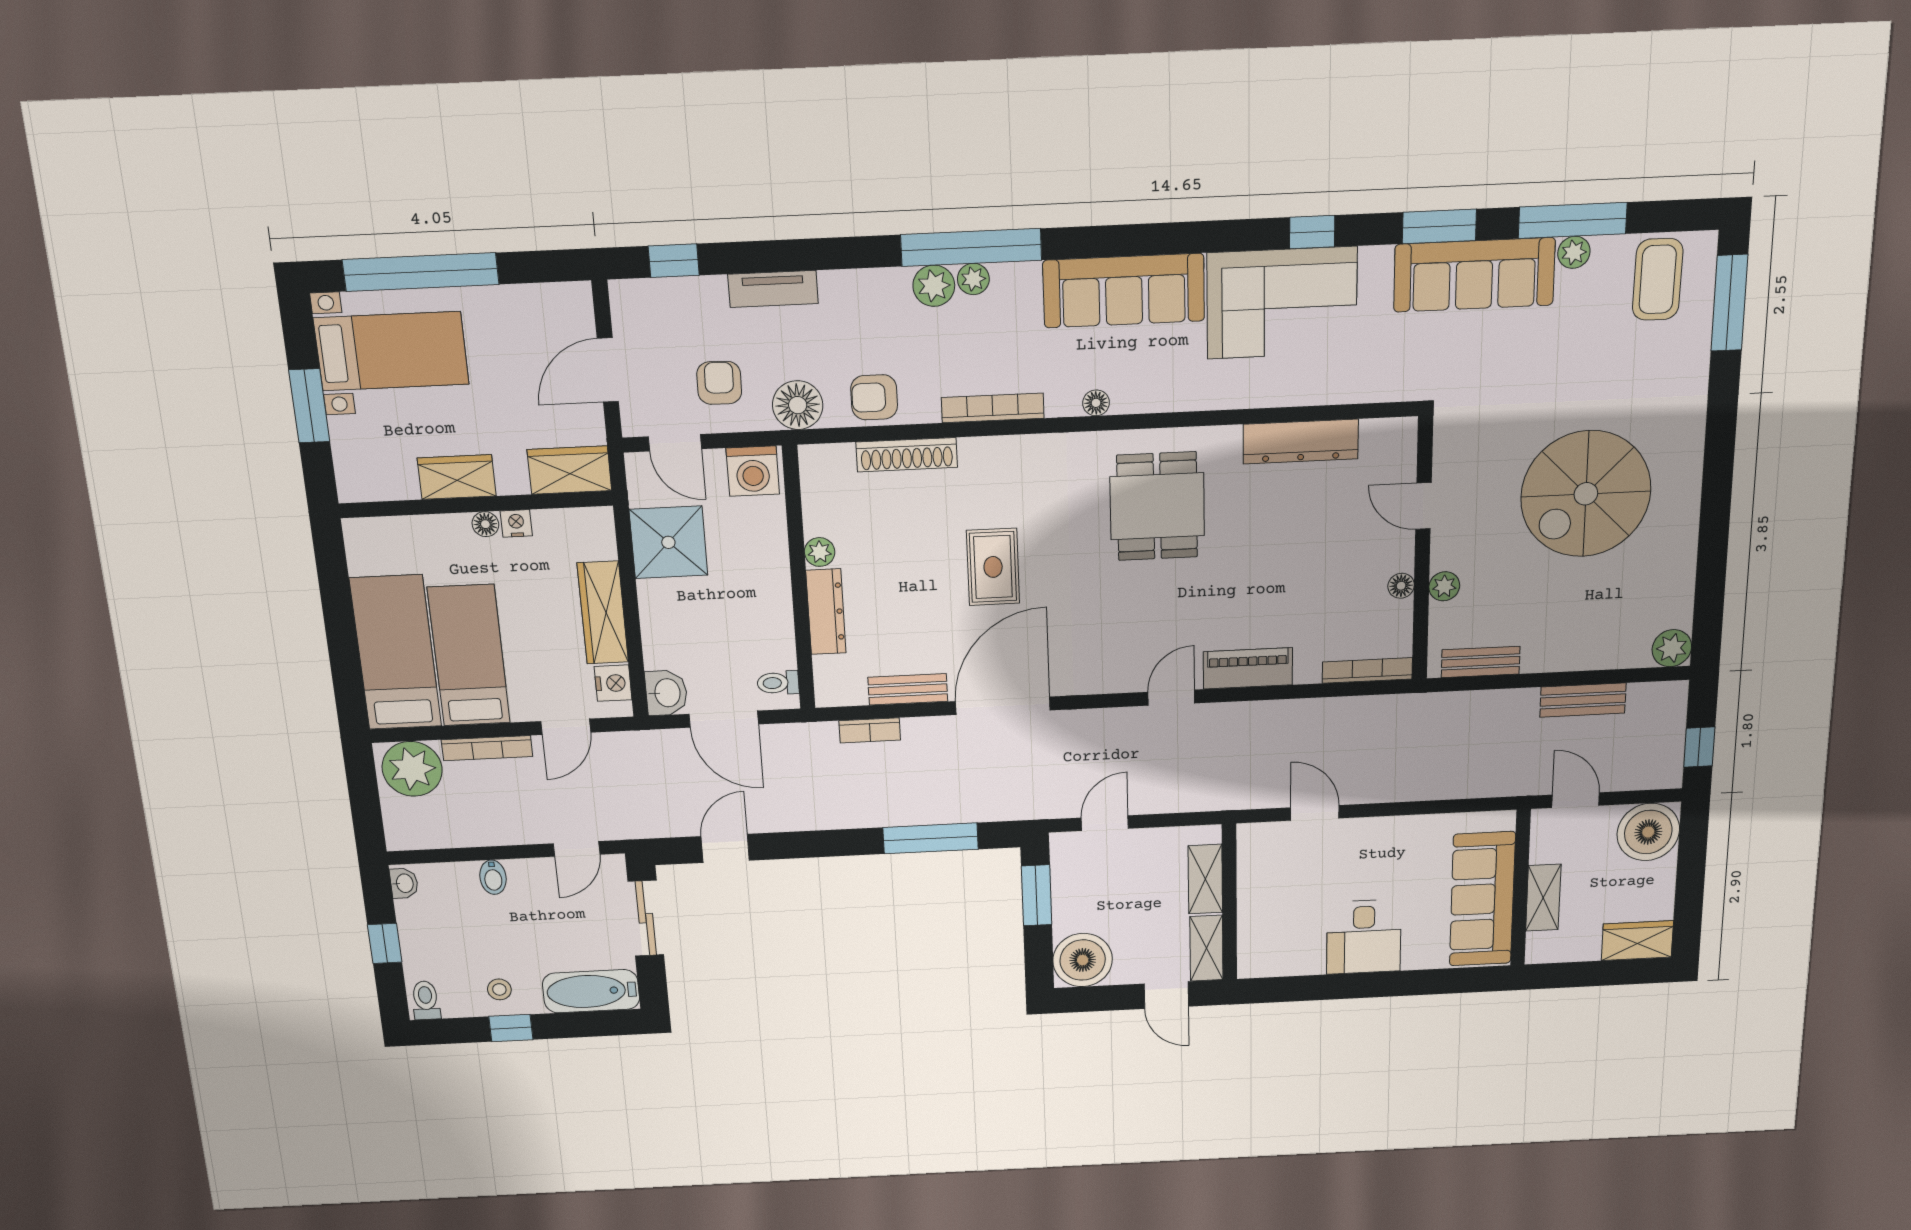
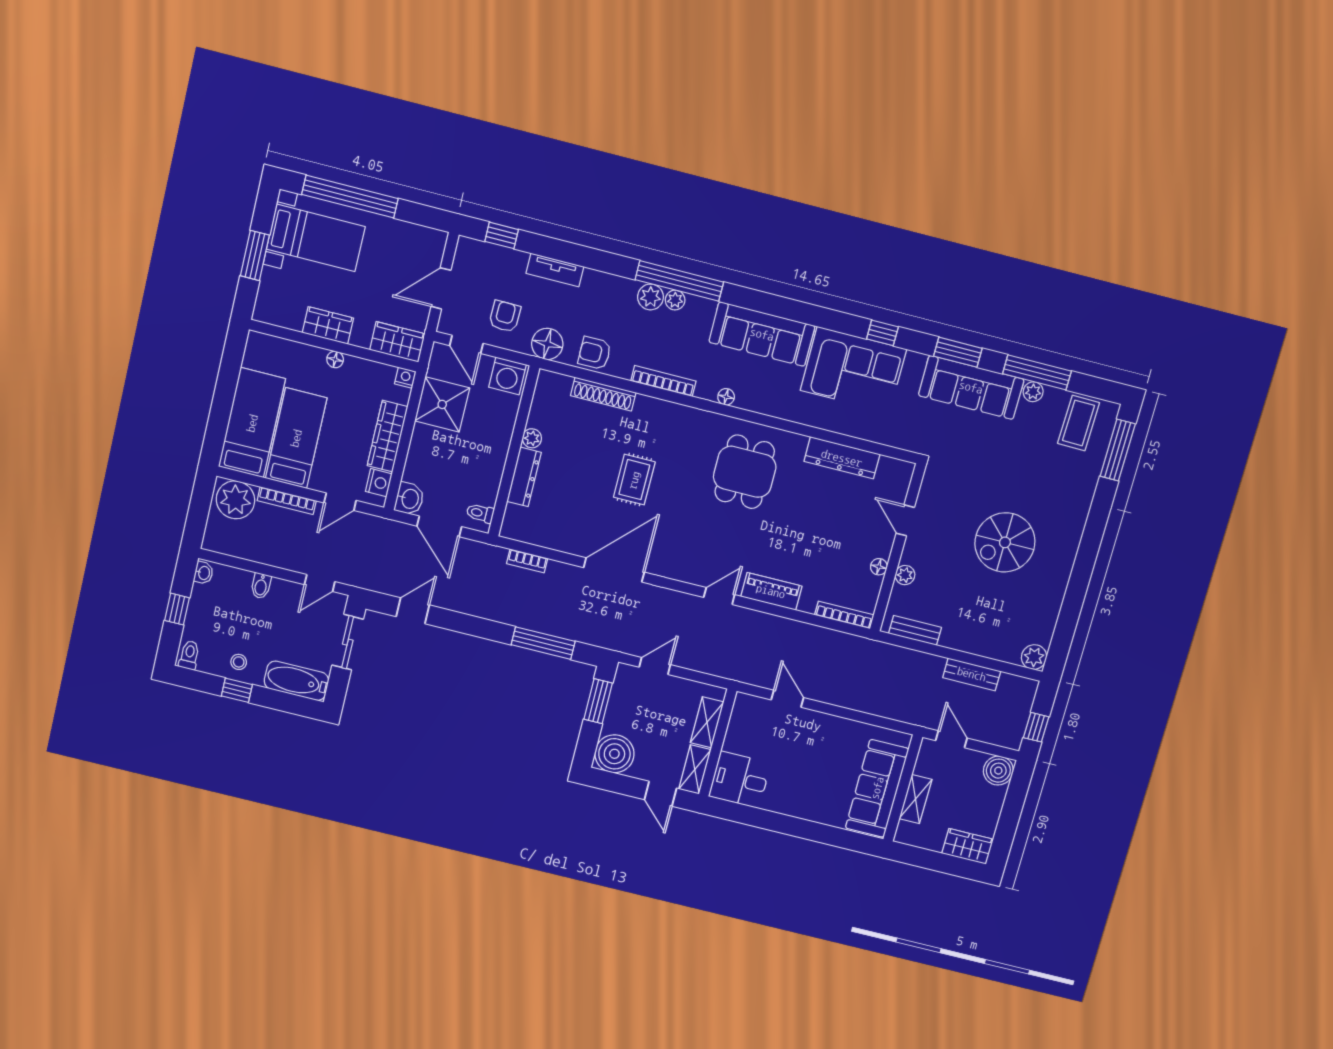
spiral stairs: (1586, 494) -> (1005, 542), width x0.73, depth x0.73
nightstand: (516, 523) -> (405, 378), moved
bench: (908, 689) -> (559, 542), removed
boiler: (1648, 832) -> (998, 771), width x0.73, depth x0.73
desk: (1364, 937) -> (740, 780), moved, turned 90

